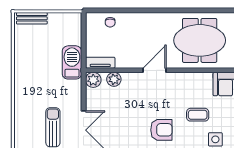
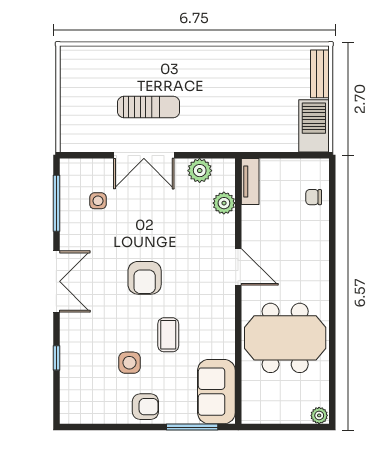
meeting table: (200, 40) -> (285, 338), turned 90
barbecue: (72, 62) -> (314, 126), moved, turned -90
plant: (93, 80) -> (200, 171), moved

